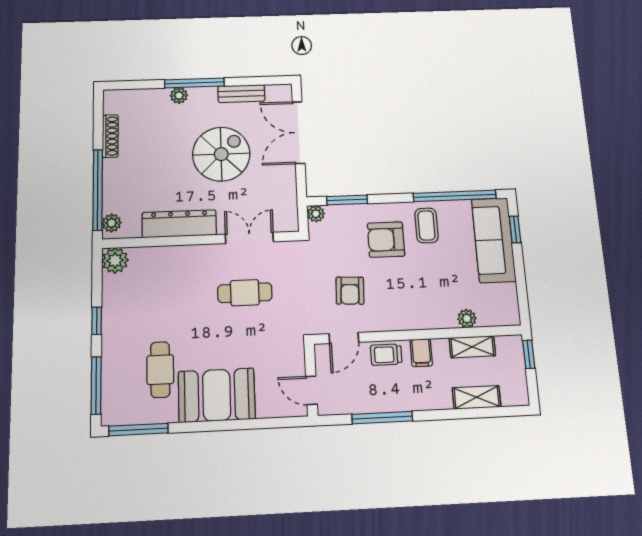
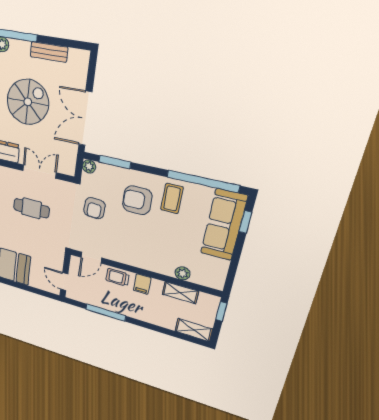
double door: (299, 132) -> (85, 119), moved
armchair: (350, 291) -> (94, 208), moved
shelving: (477, 397) -> (194, 330), moved

